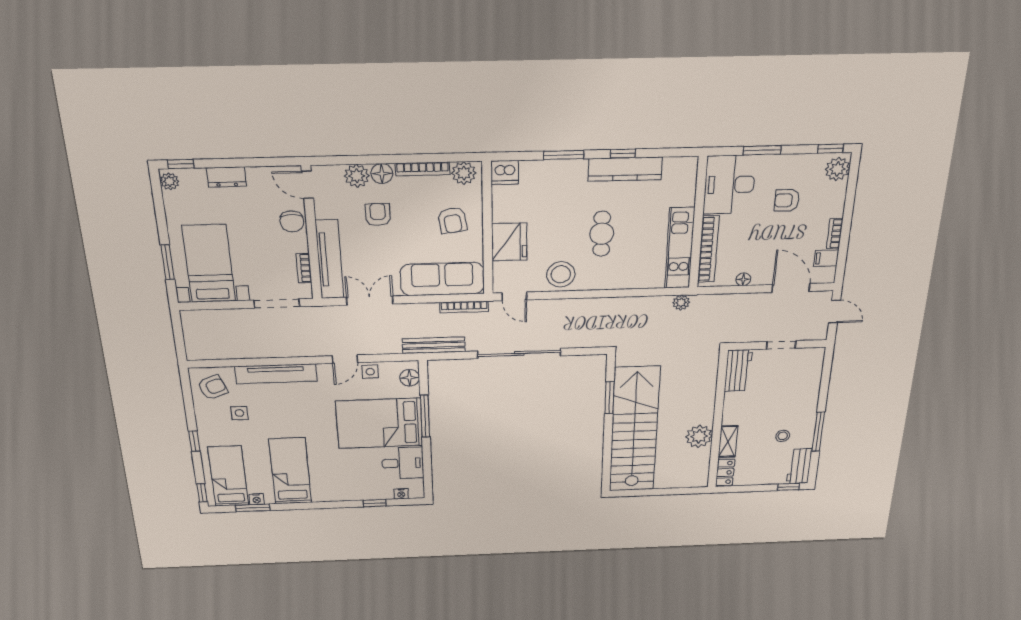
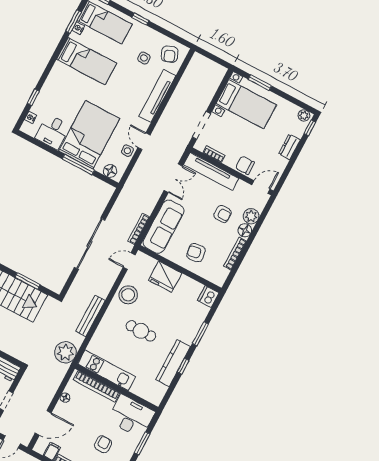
plant: (464, 173) -> (220, 274), removed
plant: (681, 303) -> (65, 352), width x1.87, depth x1.87
bench: (434, 345) -> (90, 316), moved

